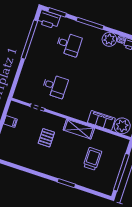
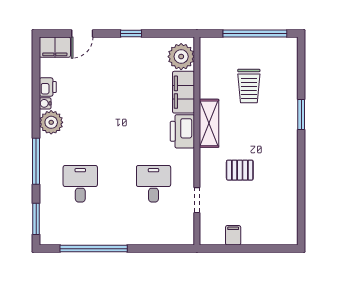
printer: (49, 19) -> (182, 131), moved, turned 180
trolley: (92, 159) -> (249, 86), turned -90

